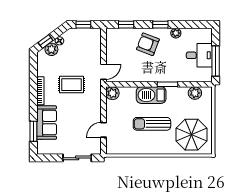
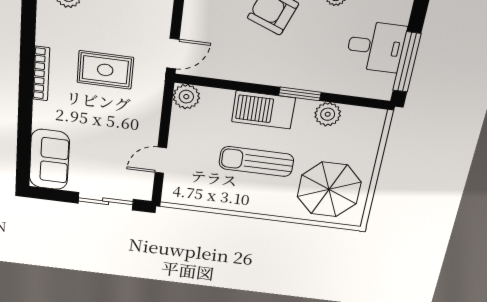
plant: (195, 93) -> (328, 114), moved
sofa: (47, 123) -> (49, 160), moved
window: (33, 131) -> (24, 146), removed

